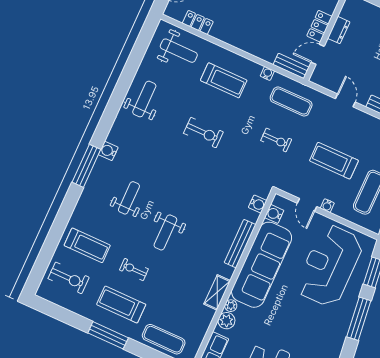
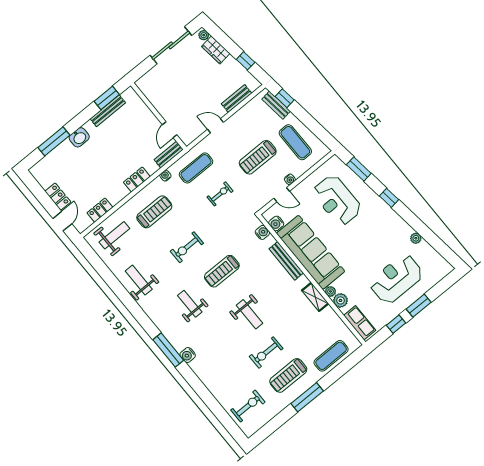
locker: (320, 26) -> (137, 179), moved, turned 90
dresser: (339, 30) -> (159, 104), removed
exercise bike: (203, 133) -> (187, 247), turned 180
water cooler: (108, 151) -> (188, 355), moved
weight bench: (129, 198) -> (190, 304), moved
treadmill: (87, 245) -> (222, 271), moved, turned 180
reception desk: (330, 266) -> (337, 200), width x0.74, depth x0.77
exercise bike: (134, 269) -> (266, 352), width x1.38, depth x1.39
window: (359, 319) -> (389, 198), width x0.46

